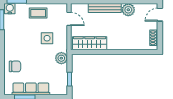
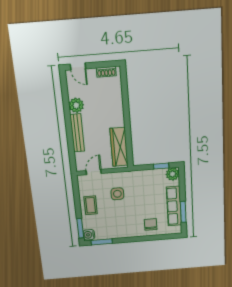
plant: (61, 58) -> (173, 174), moved

